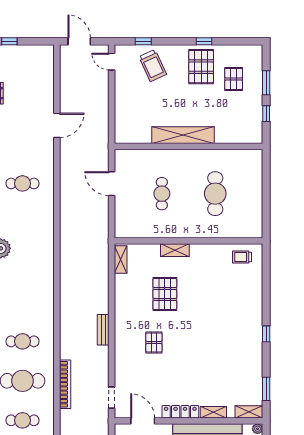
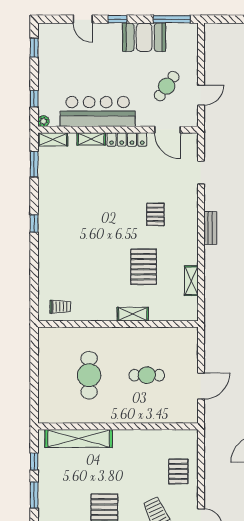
pallet: (234, 79) -> (178, 471), moved
shelving: (183, 135) -> (79, 438), moved
door: (112, 184) -> (201, 386), hinge flipped
cafe table: (162, 194) -> (147, 375), turned 90
shelving: (121, 260) -> (191, 281), moved
doorway: (112, 398) -> (201, 173), moved

